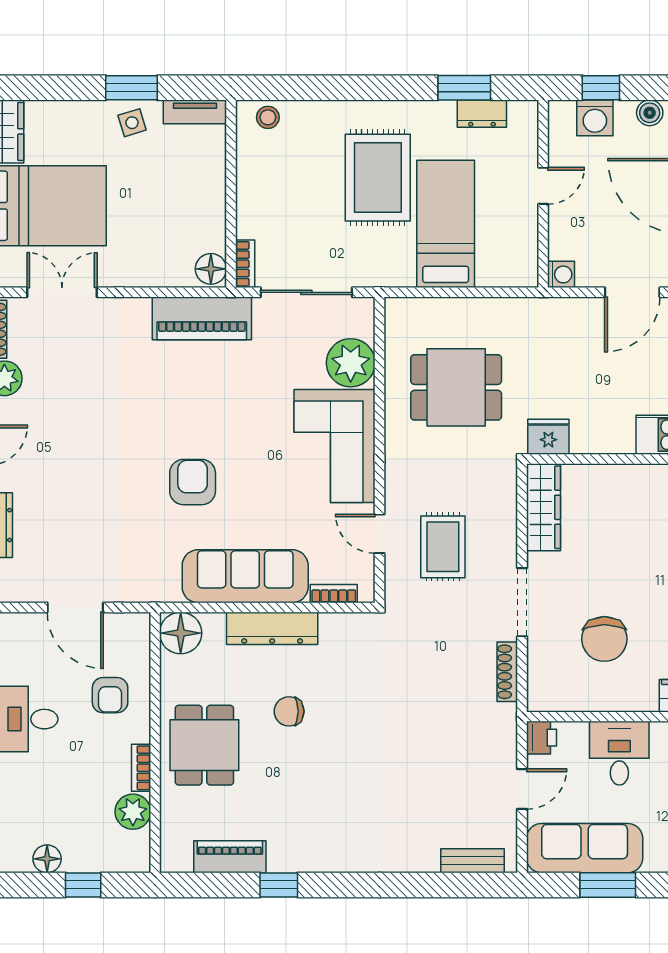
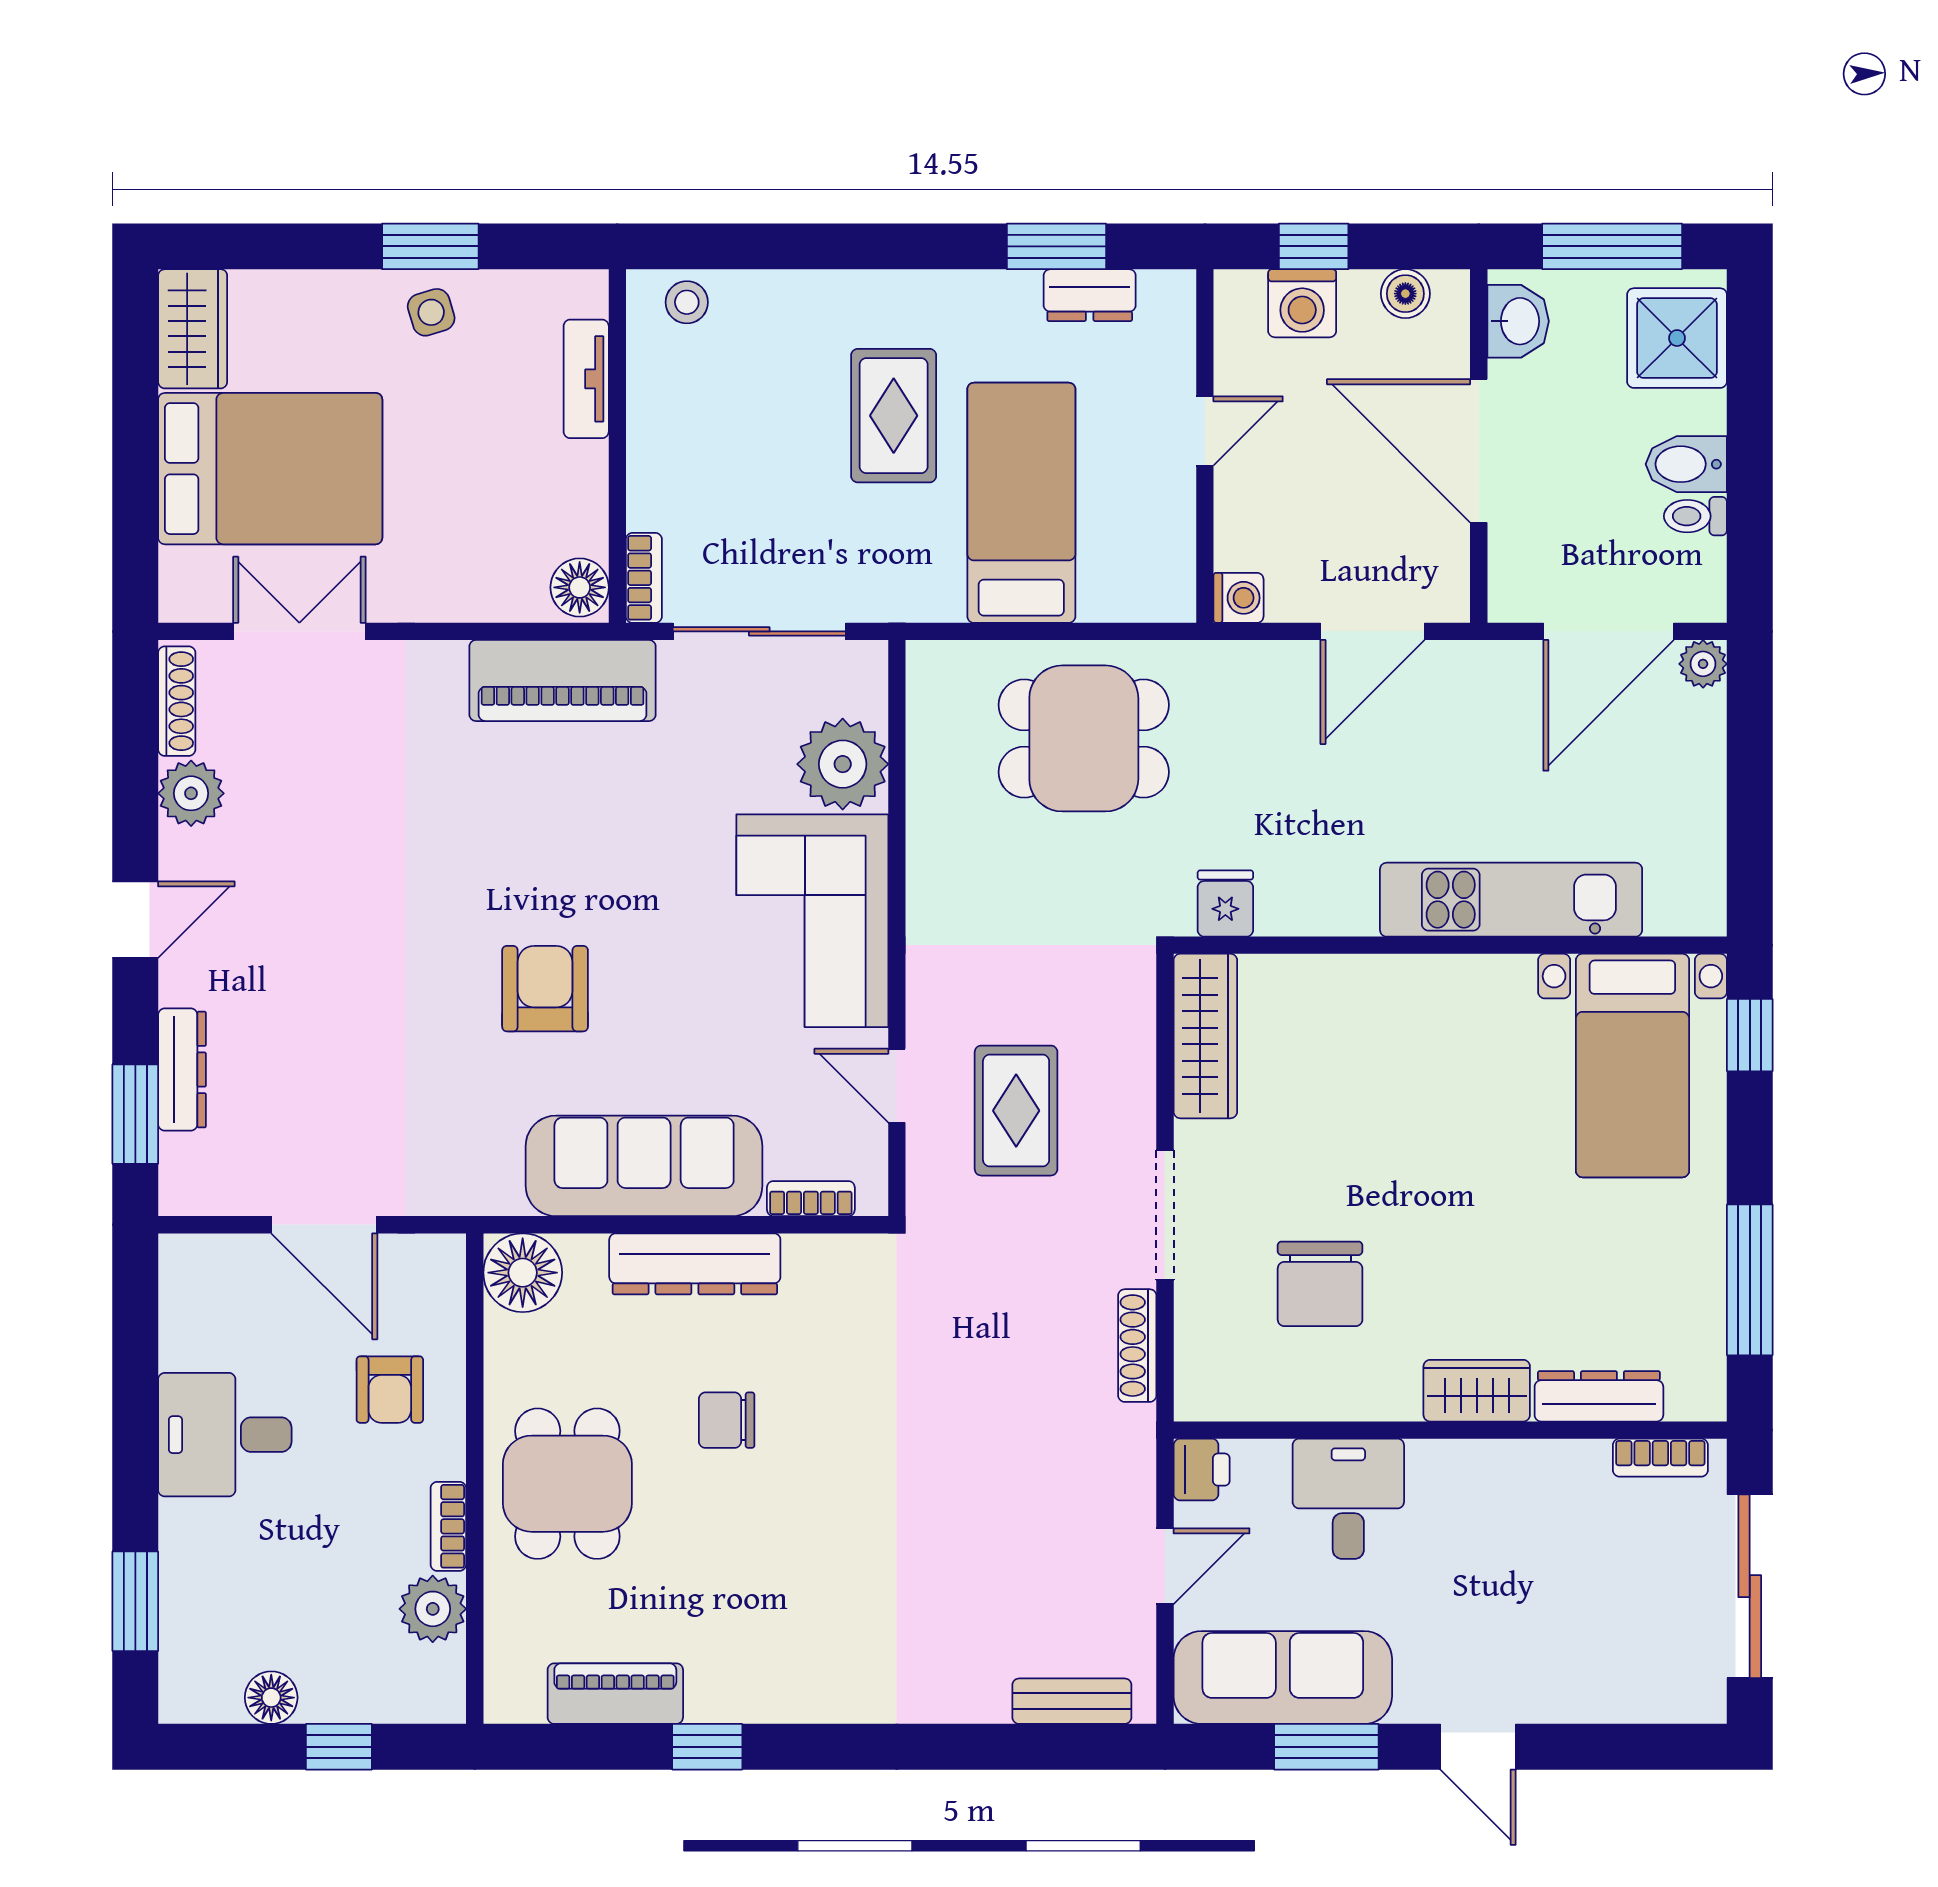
tv unit: (195, 112) -> (586, 379), moved, turned 90
rug: (378, 178) -> (894, 416), width x0.73, depth x0.70
dining table: (456, 387) -> (1084, 738), moved
fridge: (548, 437) -> (1225, 903), width x0.72

